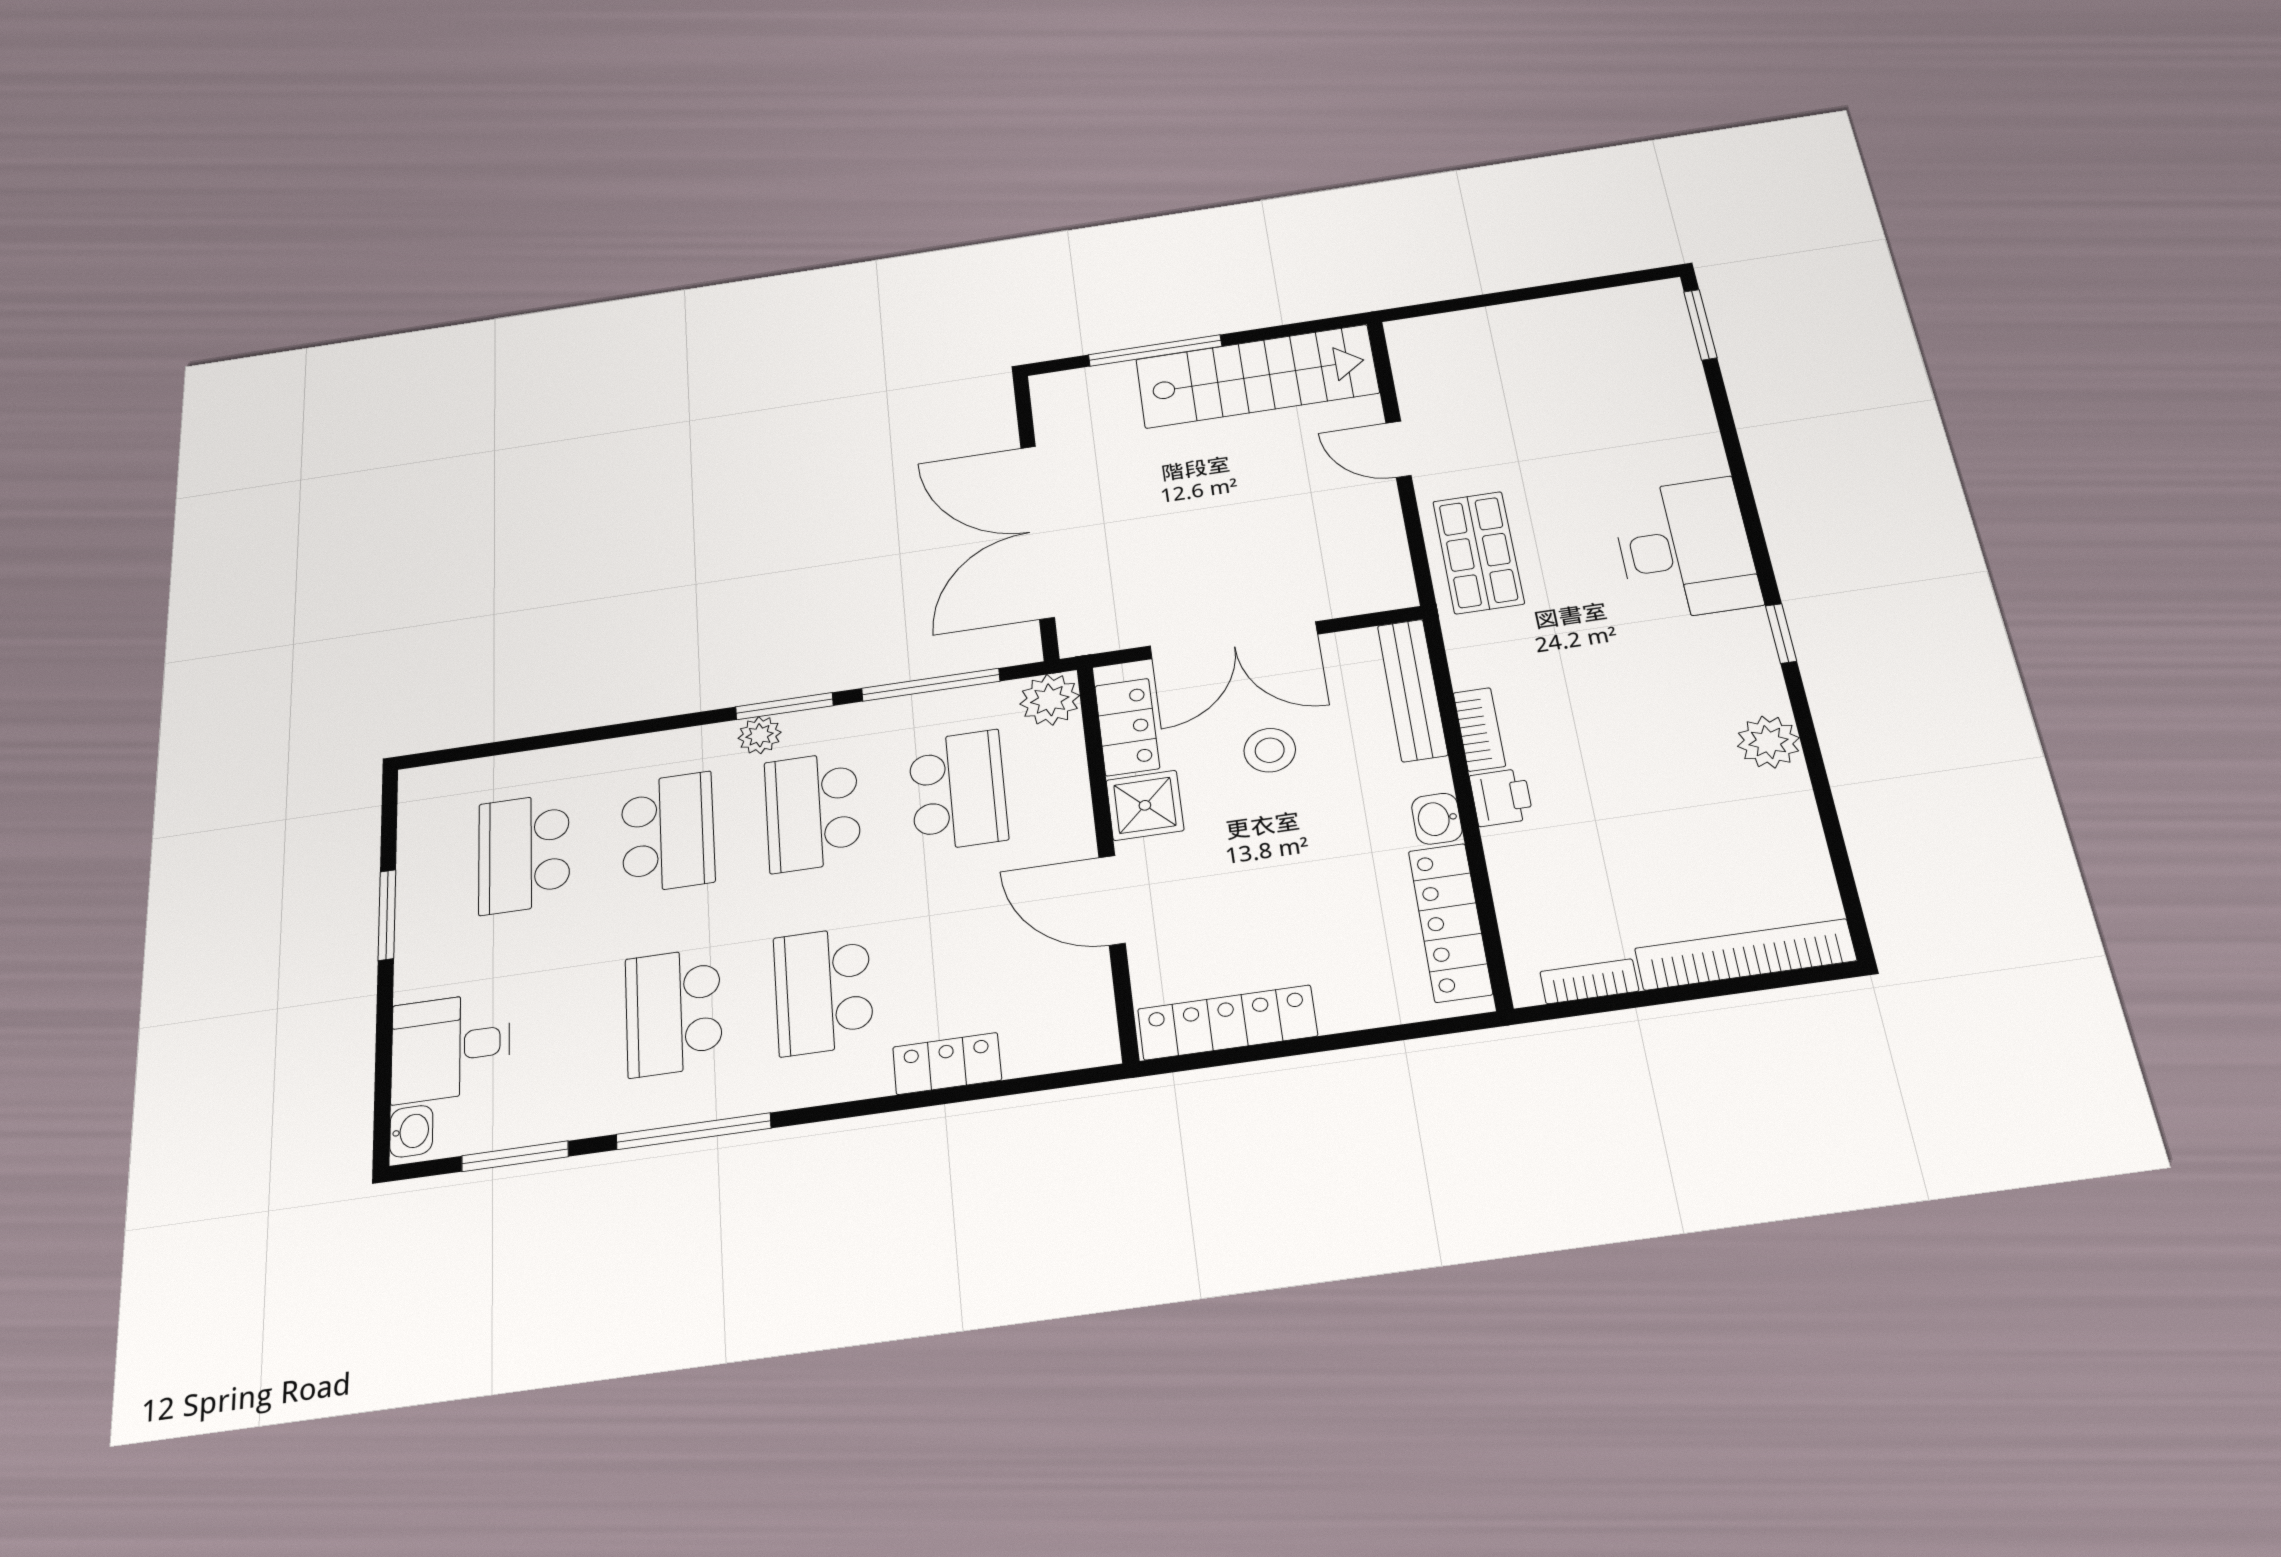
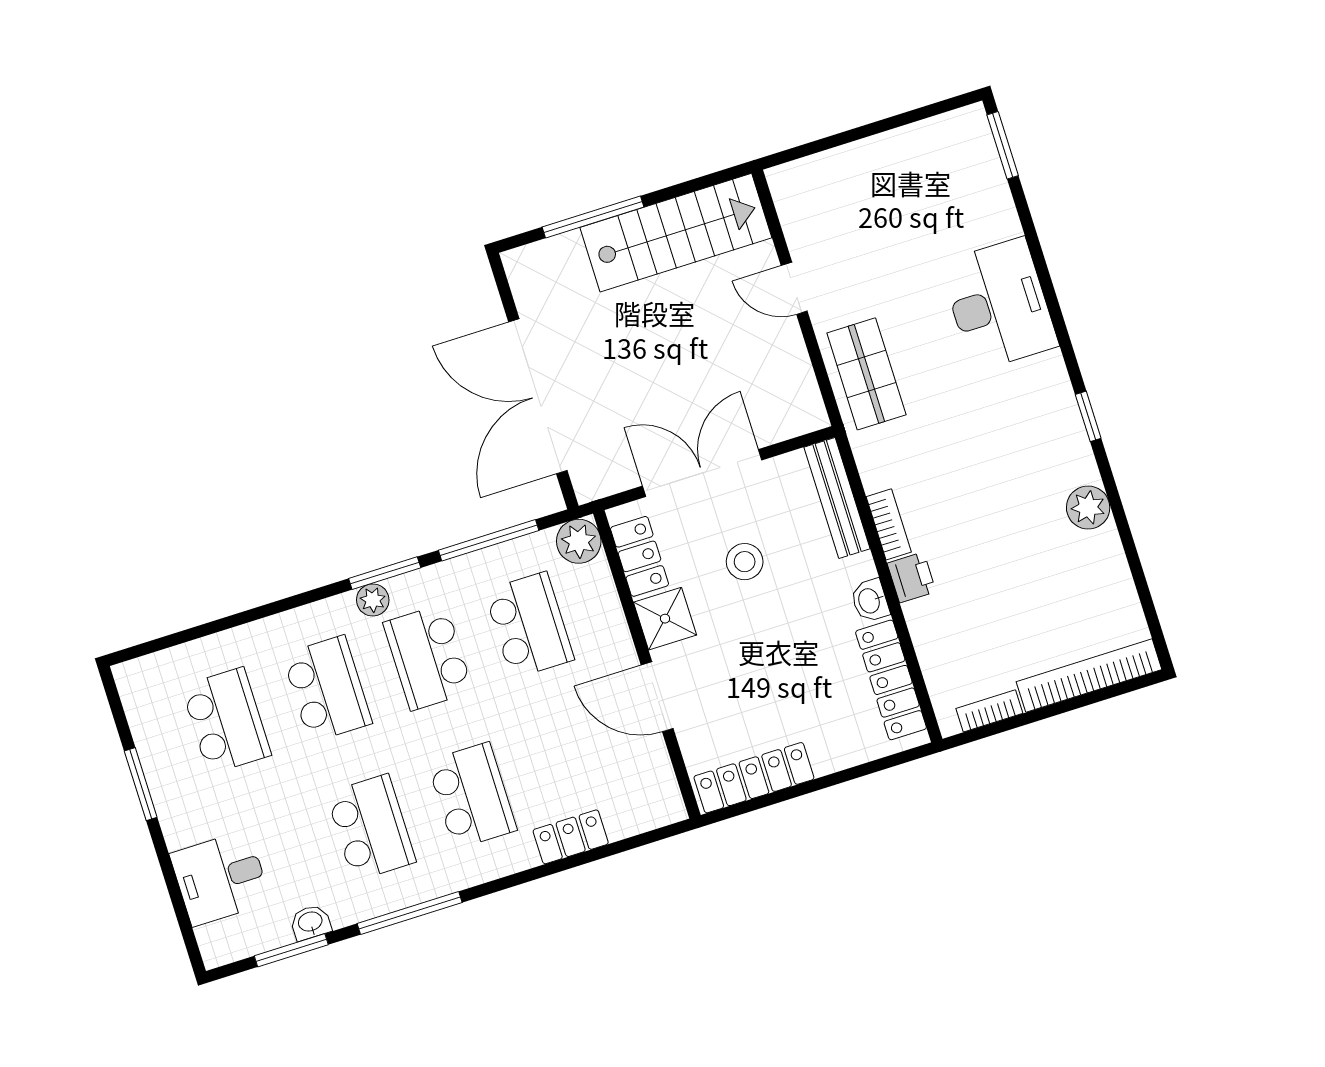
desk: (1685, 549) -> (999, 304), moved
double door: (1234, 640) -> (702, 473), swing flipped
school desk: (524, 853) -> (226, 721), turned 180
school desk: (823, 991) -> (472, 796), turned 180
school desk: (674, 1012) -> (371, 828), turned 180
washbasin: (411, 1131) -> (310, 922), moved, turned -90

